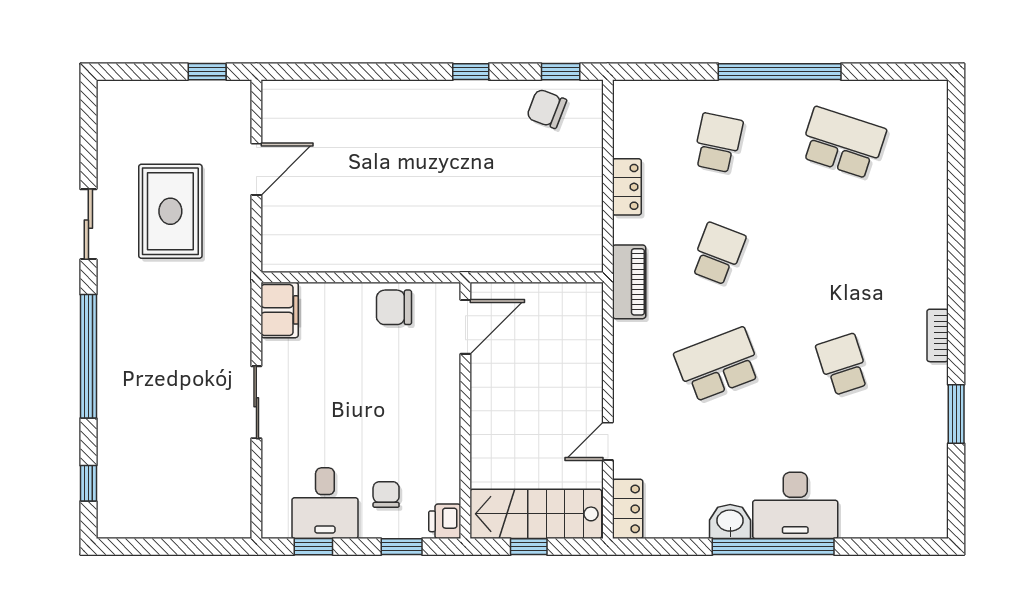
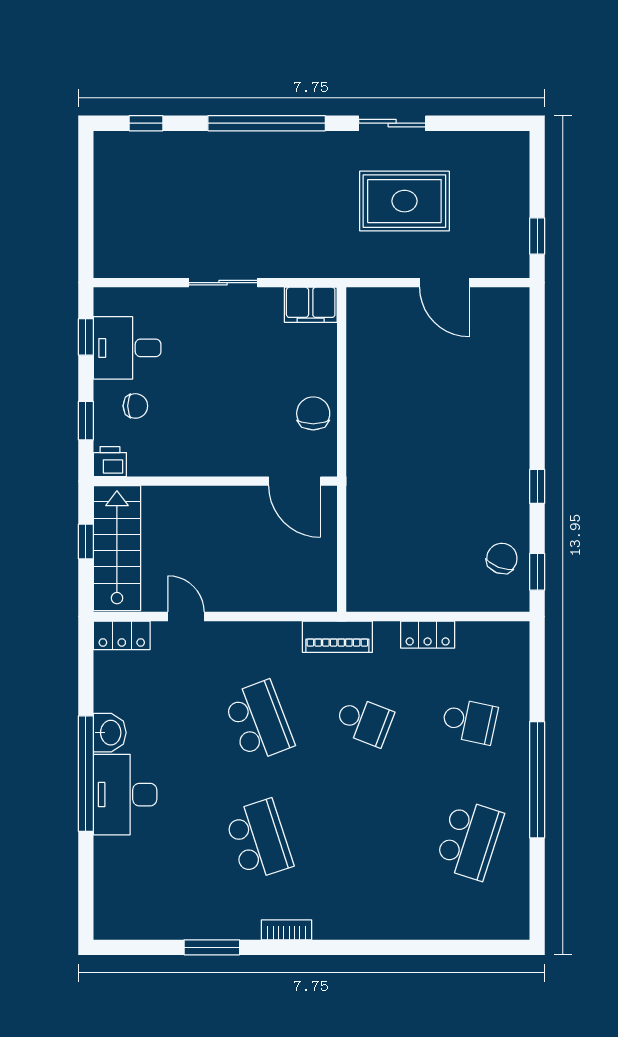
school desk: (843, 365) -> (259, 840), width x1.85

